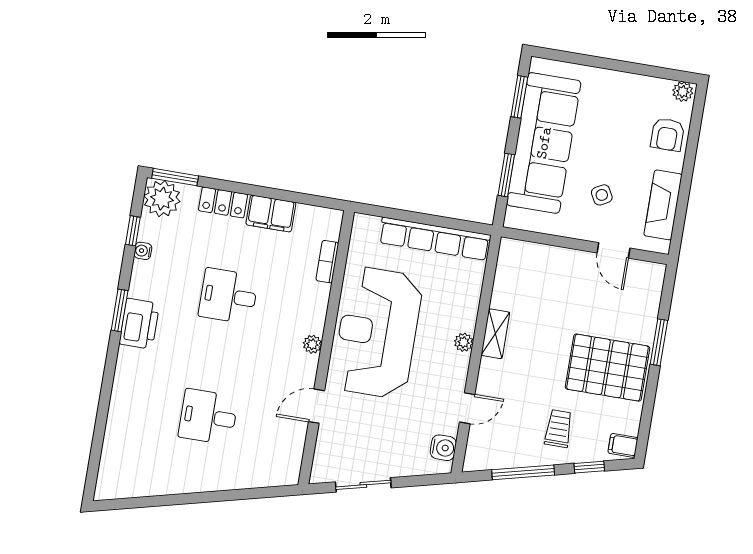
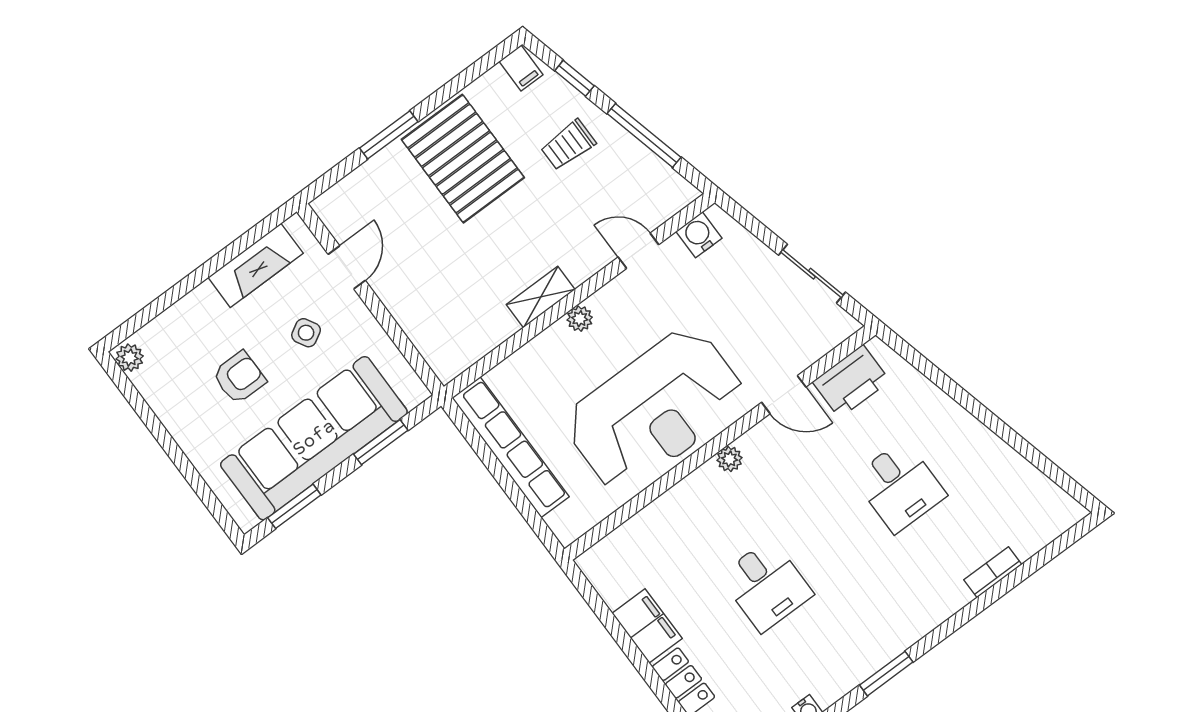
armchair: (667, 135) -> (239, 377), moved
bookcase: (327, 262) -> (993, 572), moved, turned 180
printer: (139, 324) -> (851, 381), moved, turned 180

